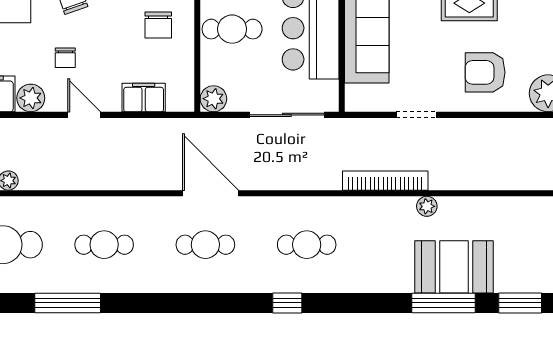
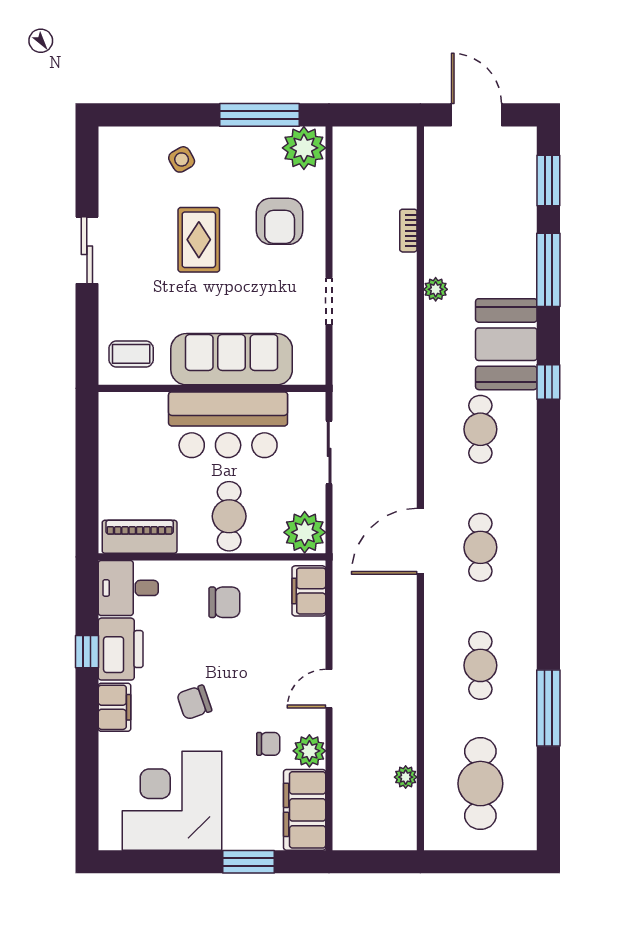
chair: (65, 58) -> (268, 744), moved
filing cabinet: (144, 98) -> (309, 591), moved
plant: (213, 99) -> (305, 532), width x1.36, depth x1.36
sliding door: (287, 115) -> (329, 452), width x0.73
bookcase: (385, 181) -> (408, 231), moved, width x0.43, depth x0.76
booth: (454, 267) -> (506, 344), moved
window: (287, 303) -> (548, 382), moved

